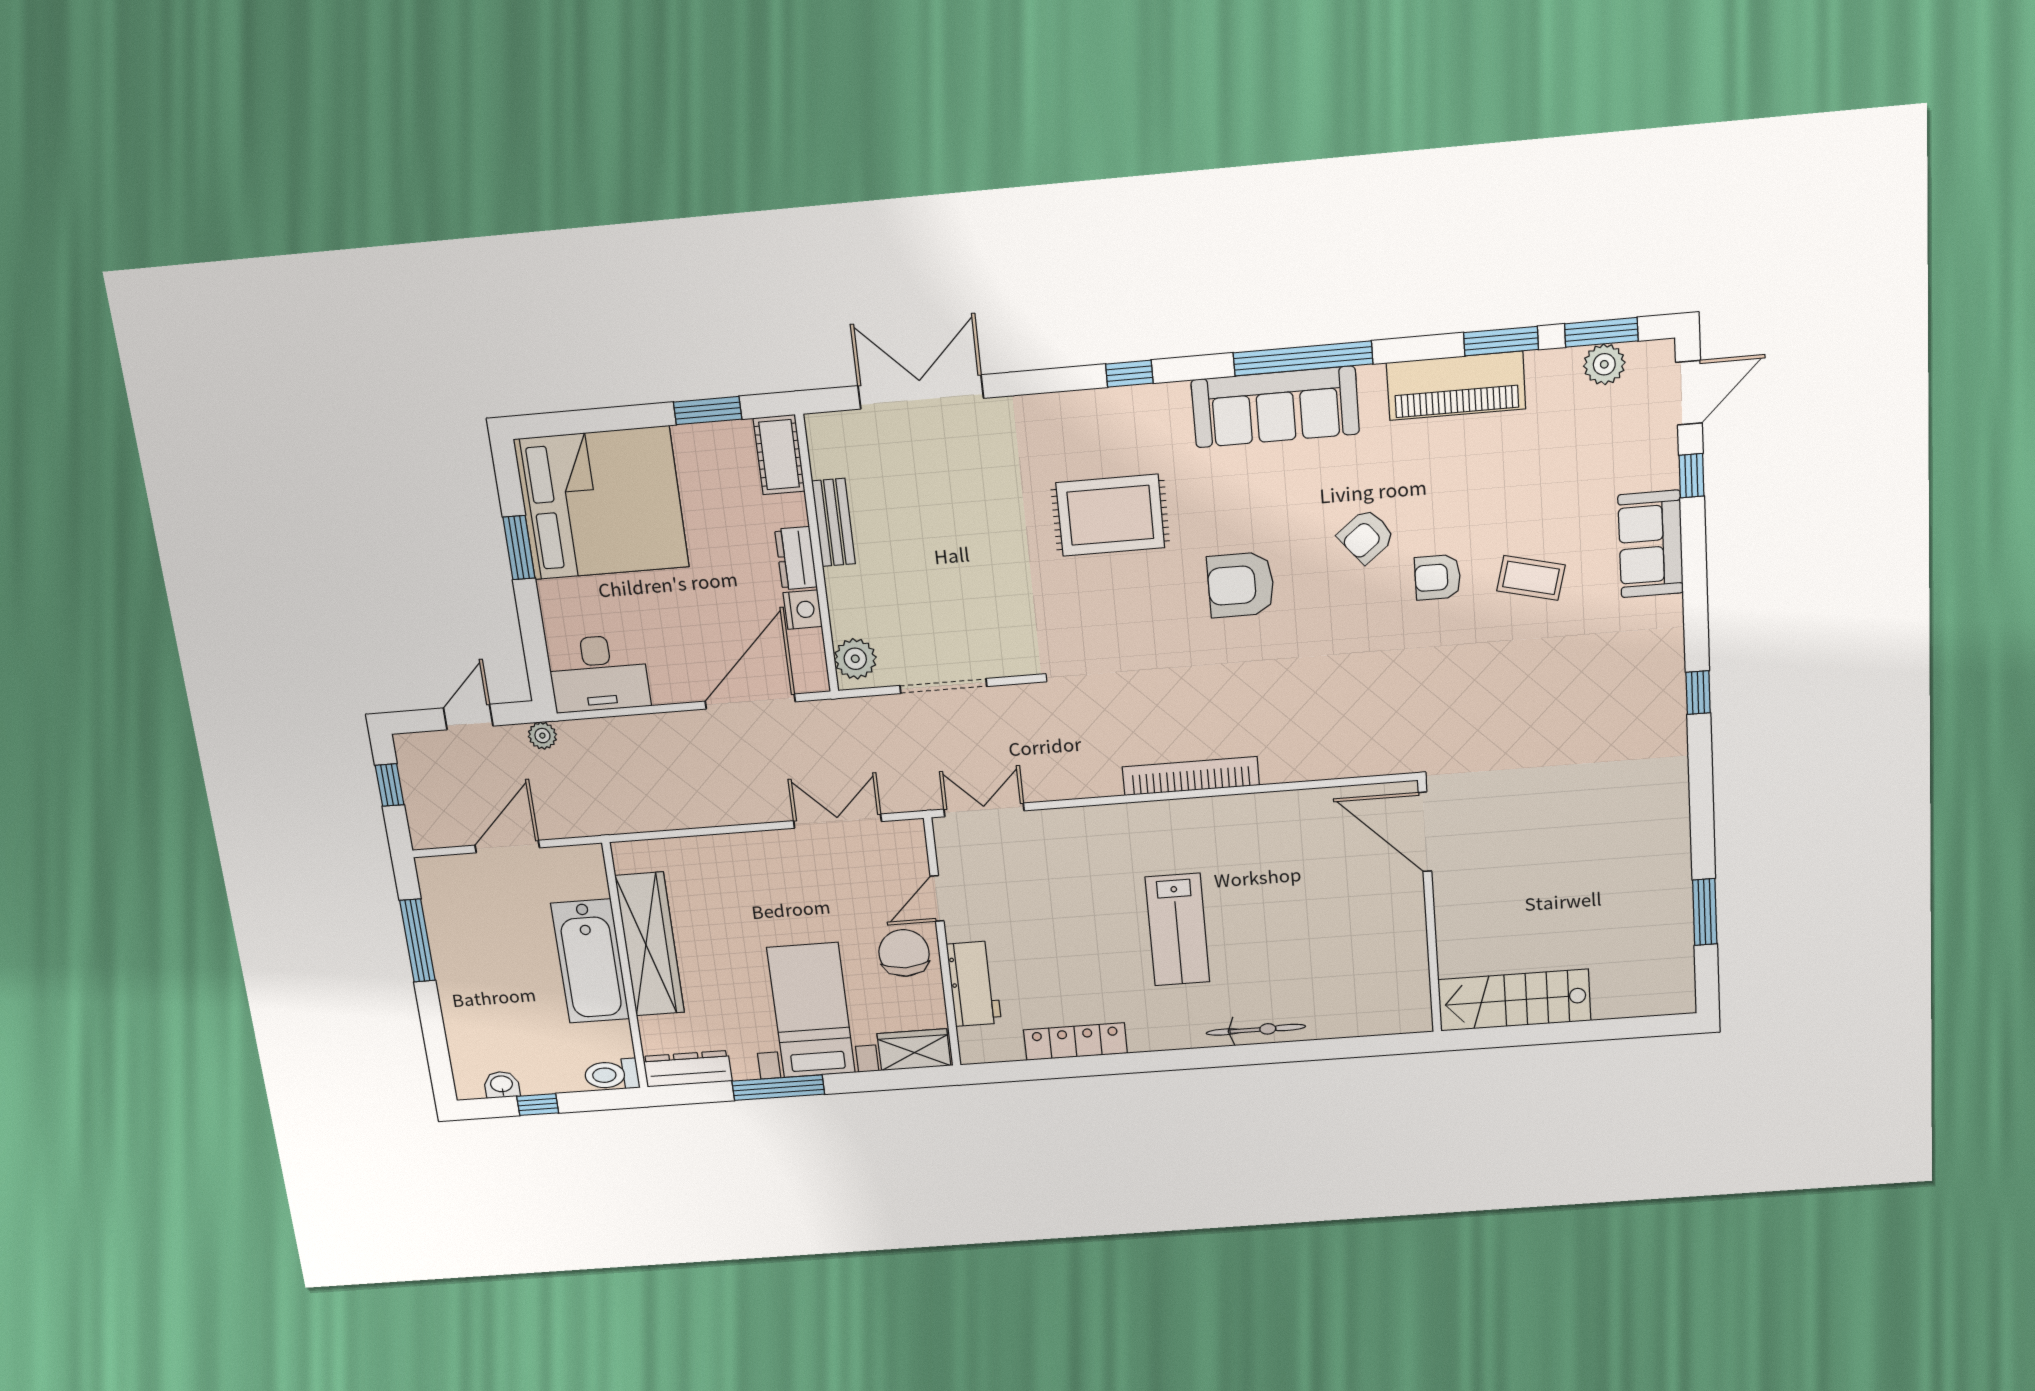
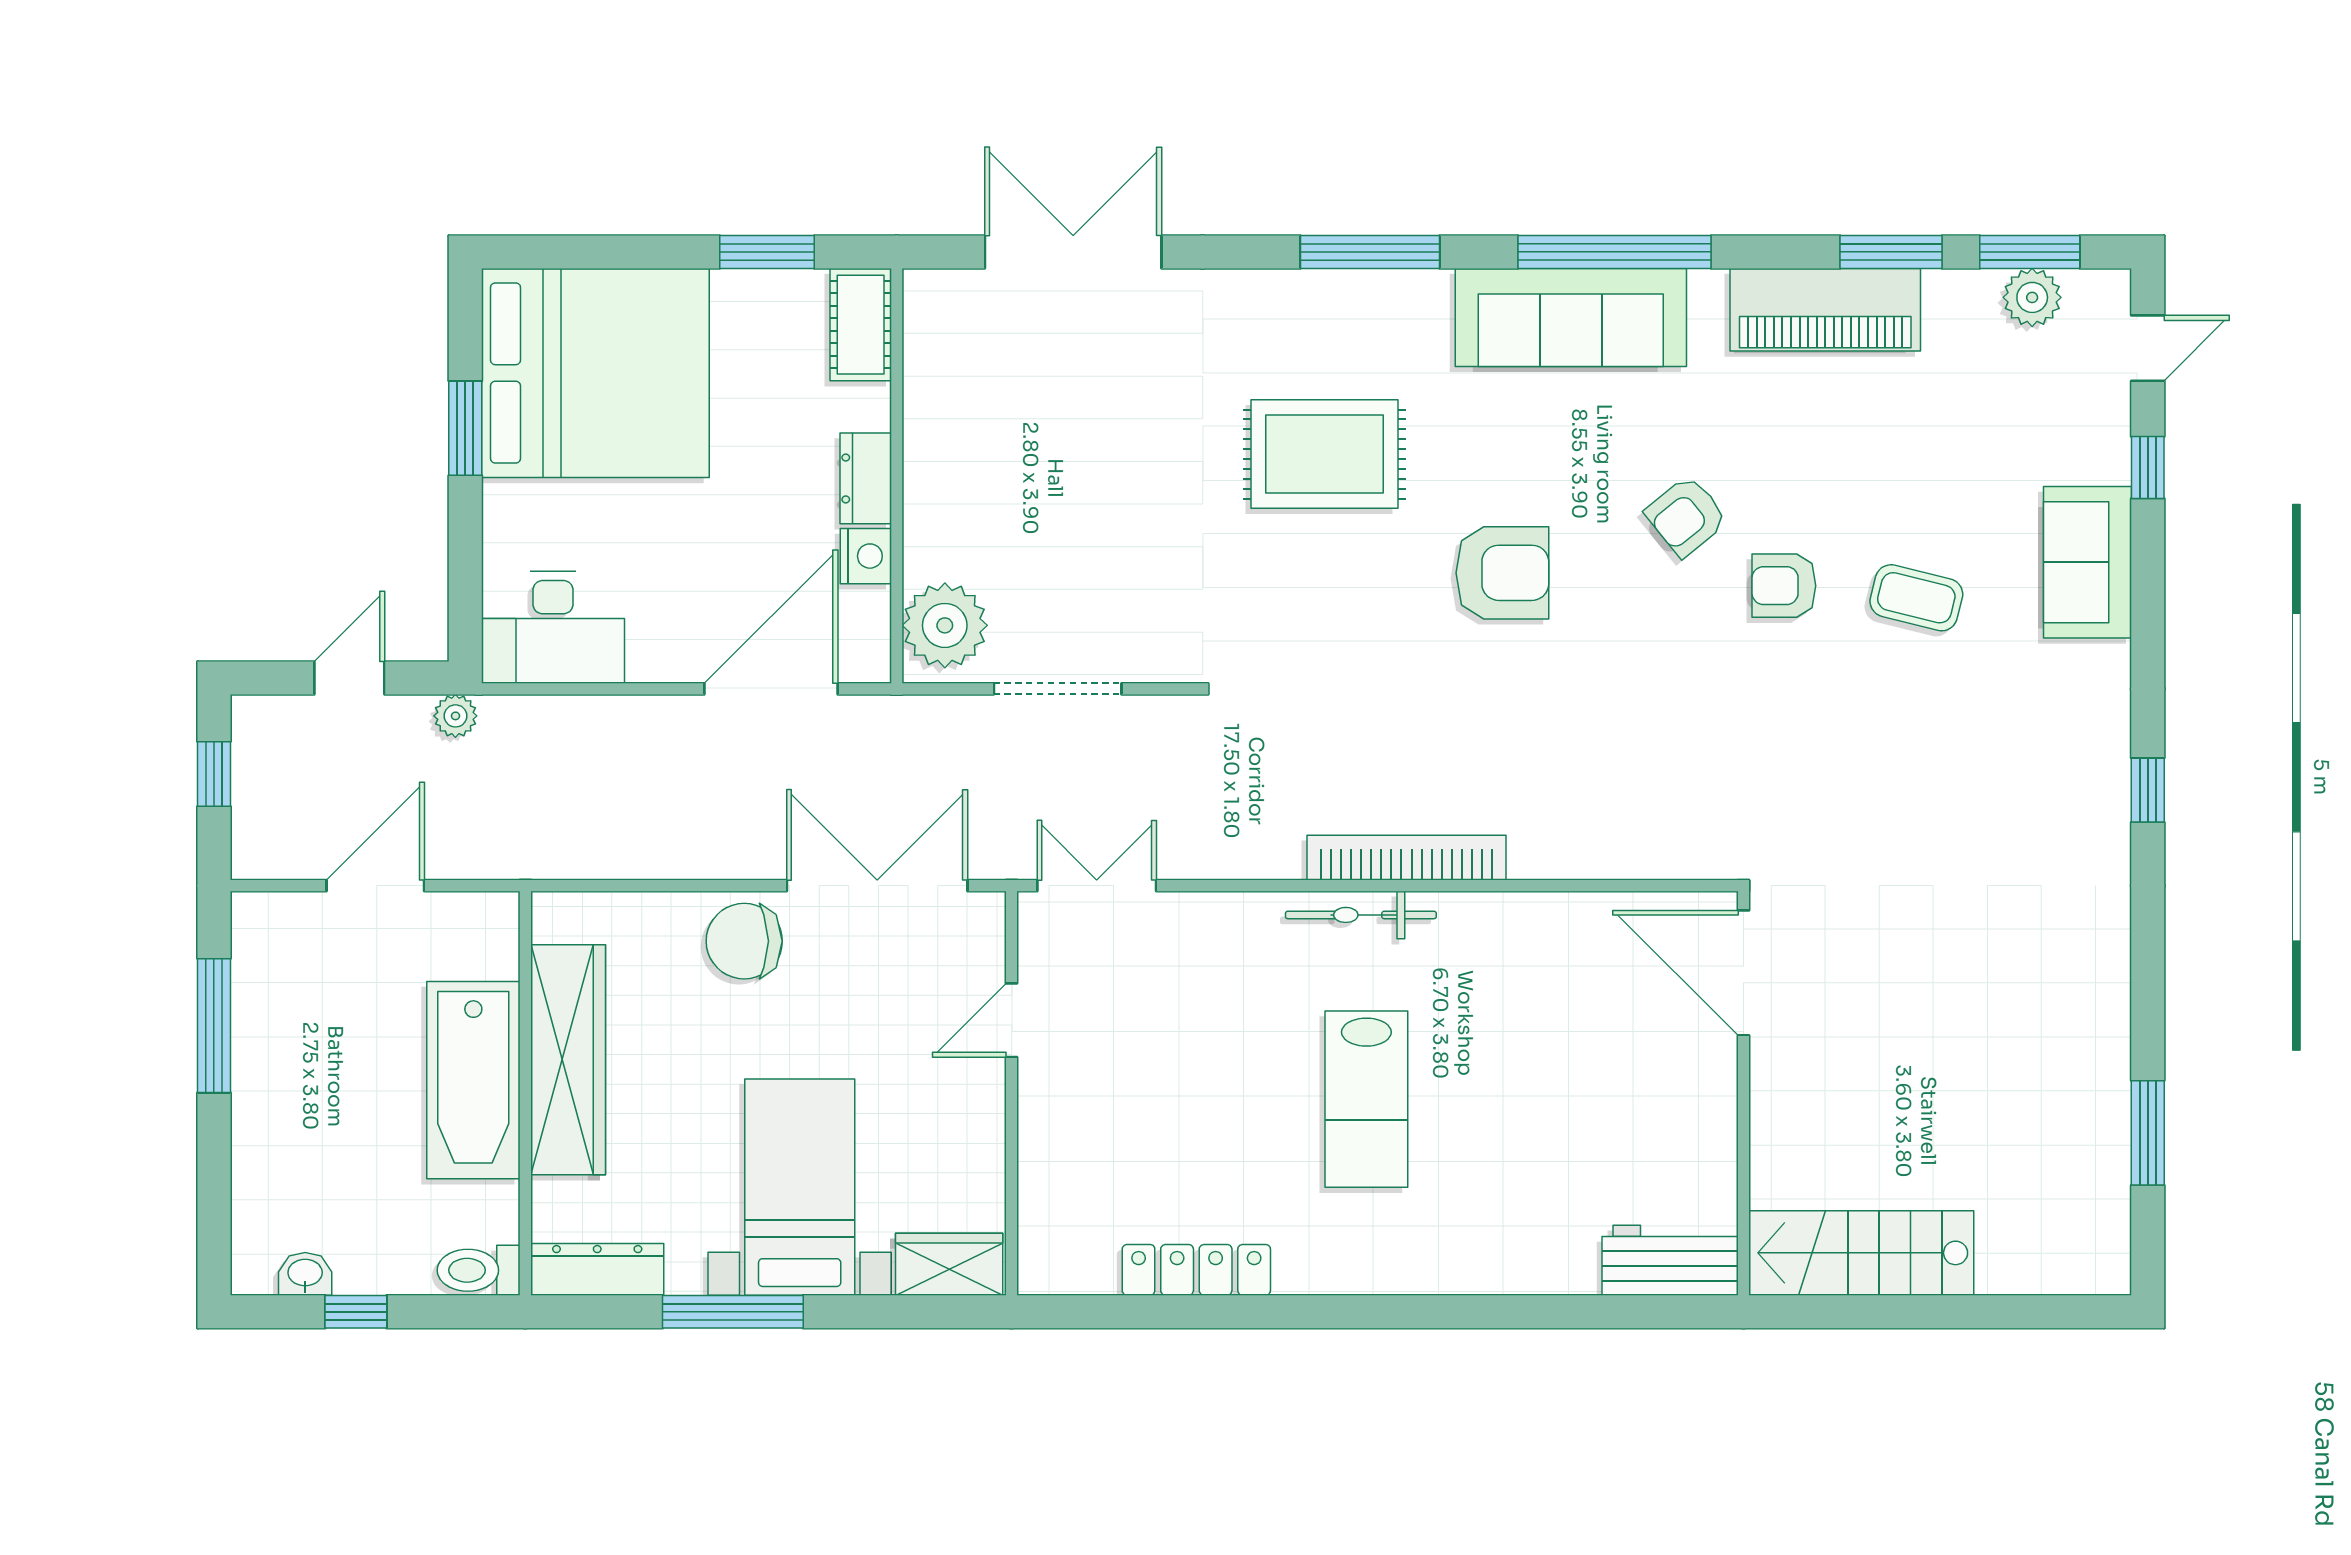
window: (1129, 374) -> (1370, 252), width x2.17
door: (1689, 393) -> (2148, 348), width x0.73
bench: (834, 522) -> (927, 430), removed
armchair: (1241, 585) -> (1502, 573), turned 180
plant: (855, 659) -> (945, 625), width x1.36, depth x1.36
double door: (838, 821) -> (877, 886), width x1.37
chair: (904, 953) -> (744, 941), moved, turned -90
workbench: (974, 984) -> (1670, 1260), moved, turned -90
bicycle: (1256, 1030) -> (1361, 915), moved, turned 180

